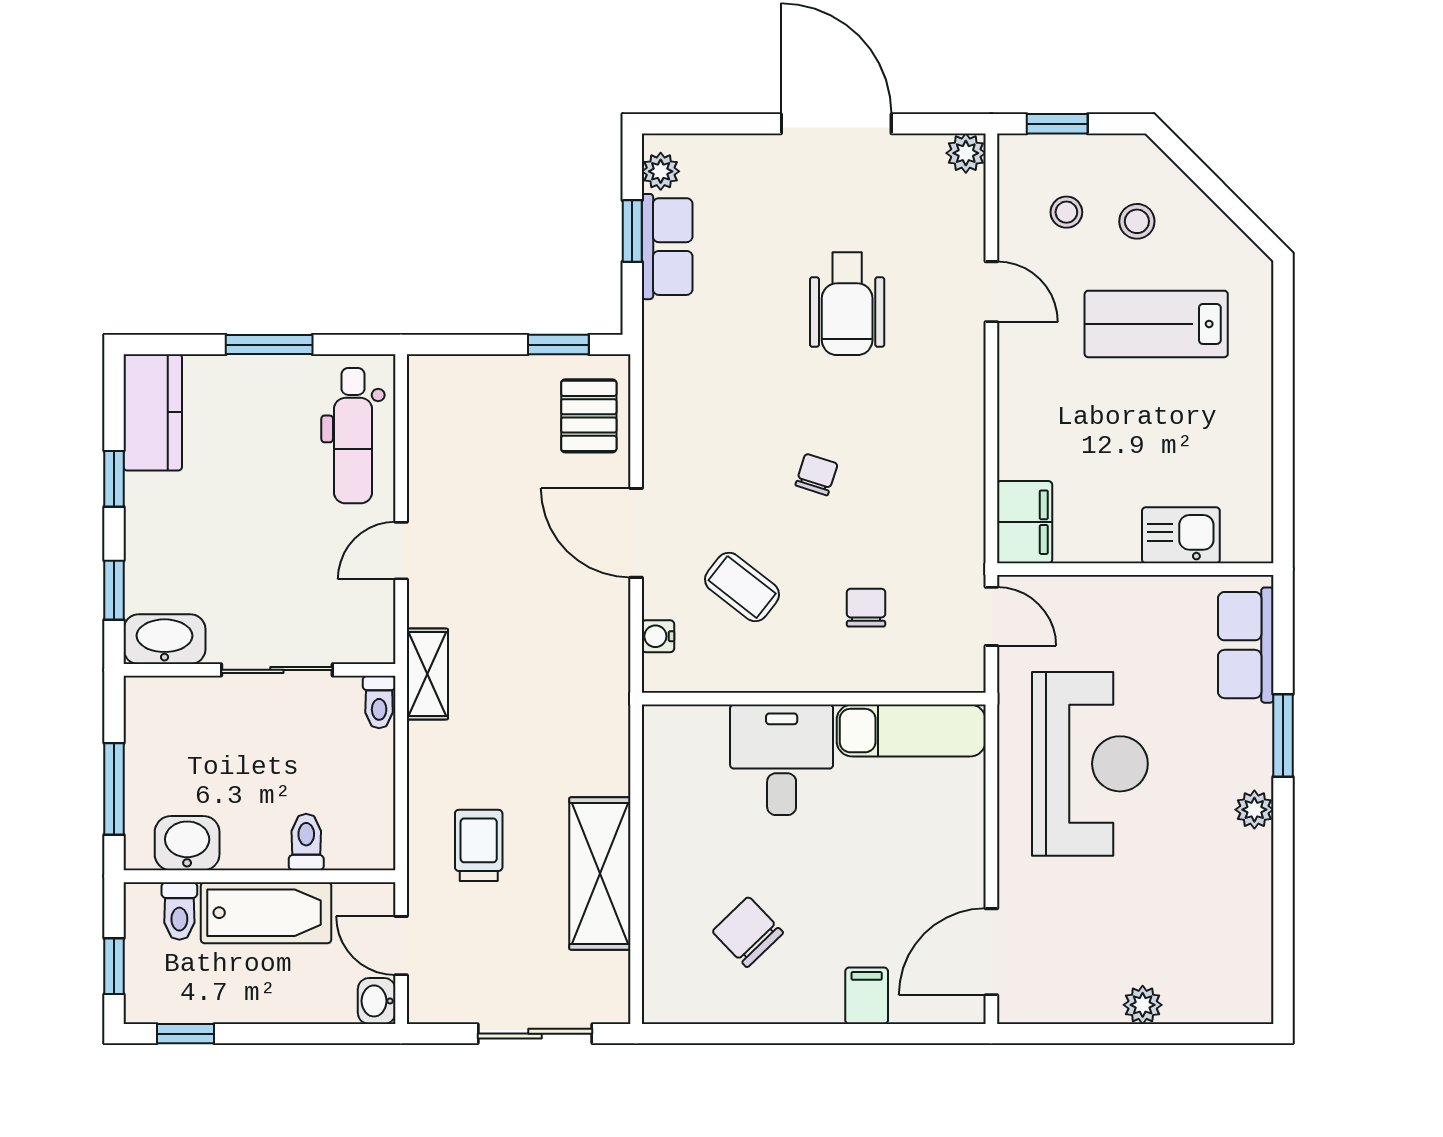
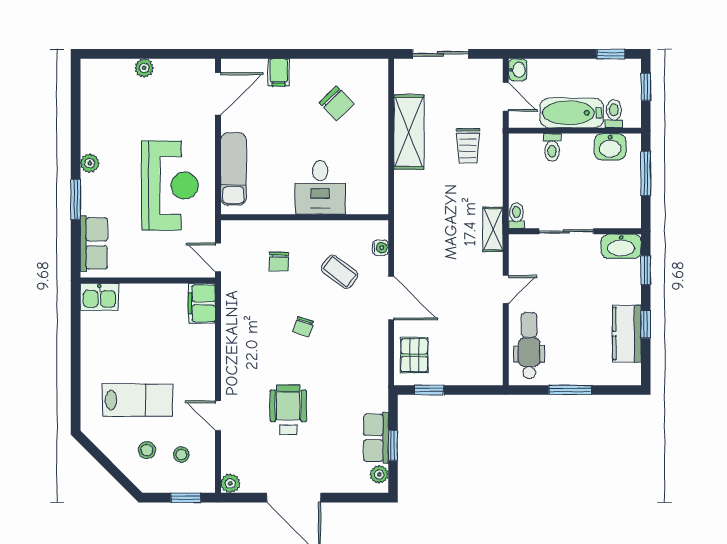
kitchen counter: (153, 412) -> (627, 334), moved
kitchen sink: (1181, 535) -> (99, 297), moved
exam couch: (911, 731) -> (233, 169), moved, turned 90
reception desk: (1090, 764) -> (170, 186), turned 180

